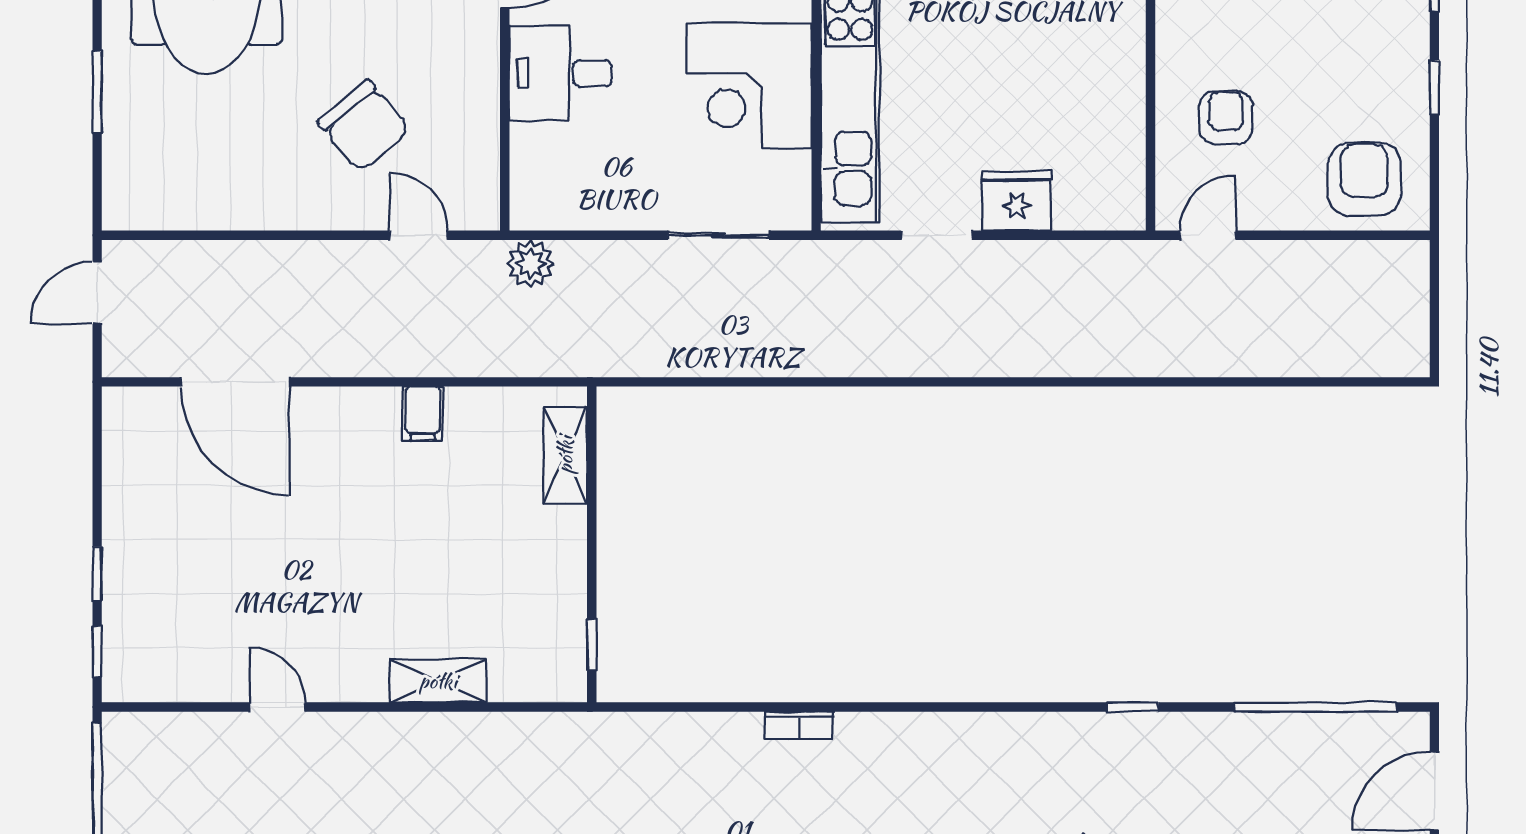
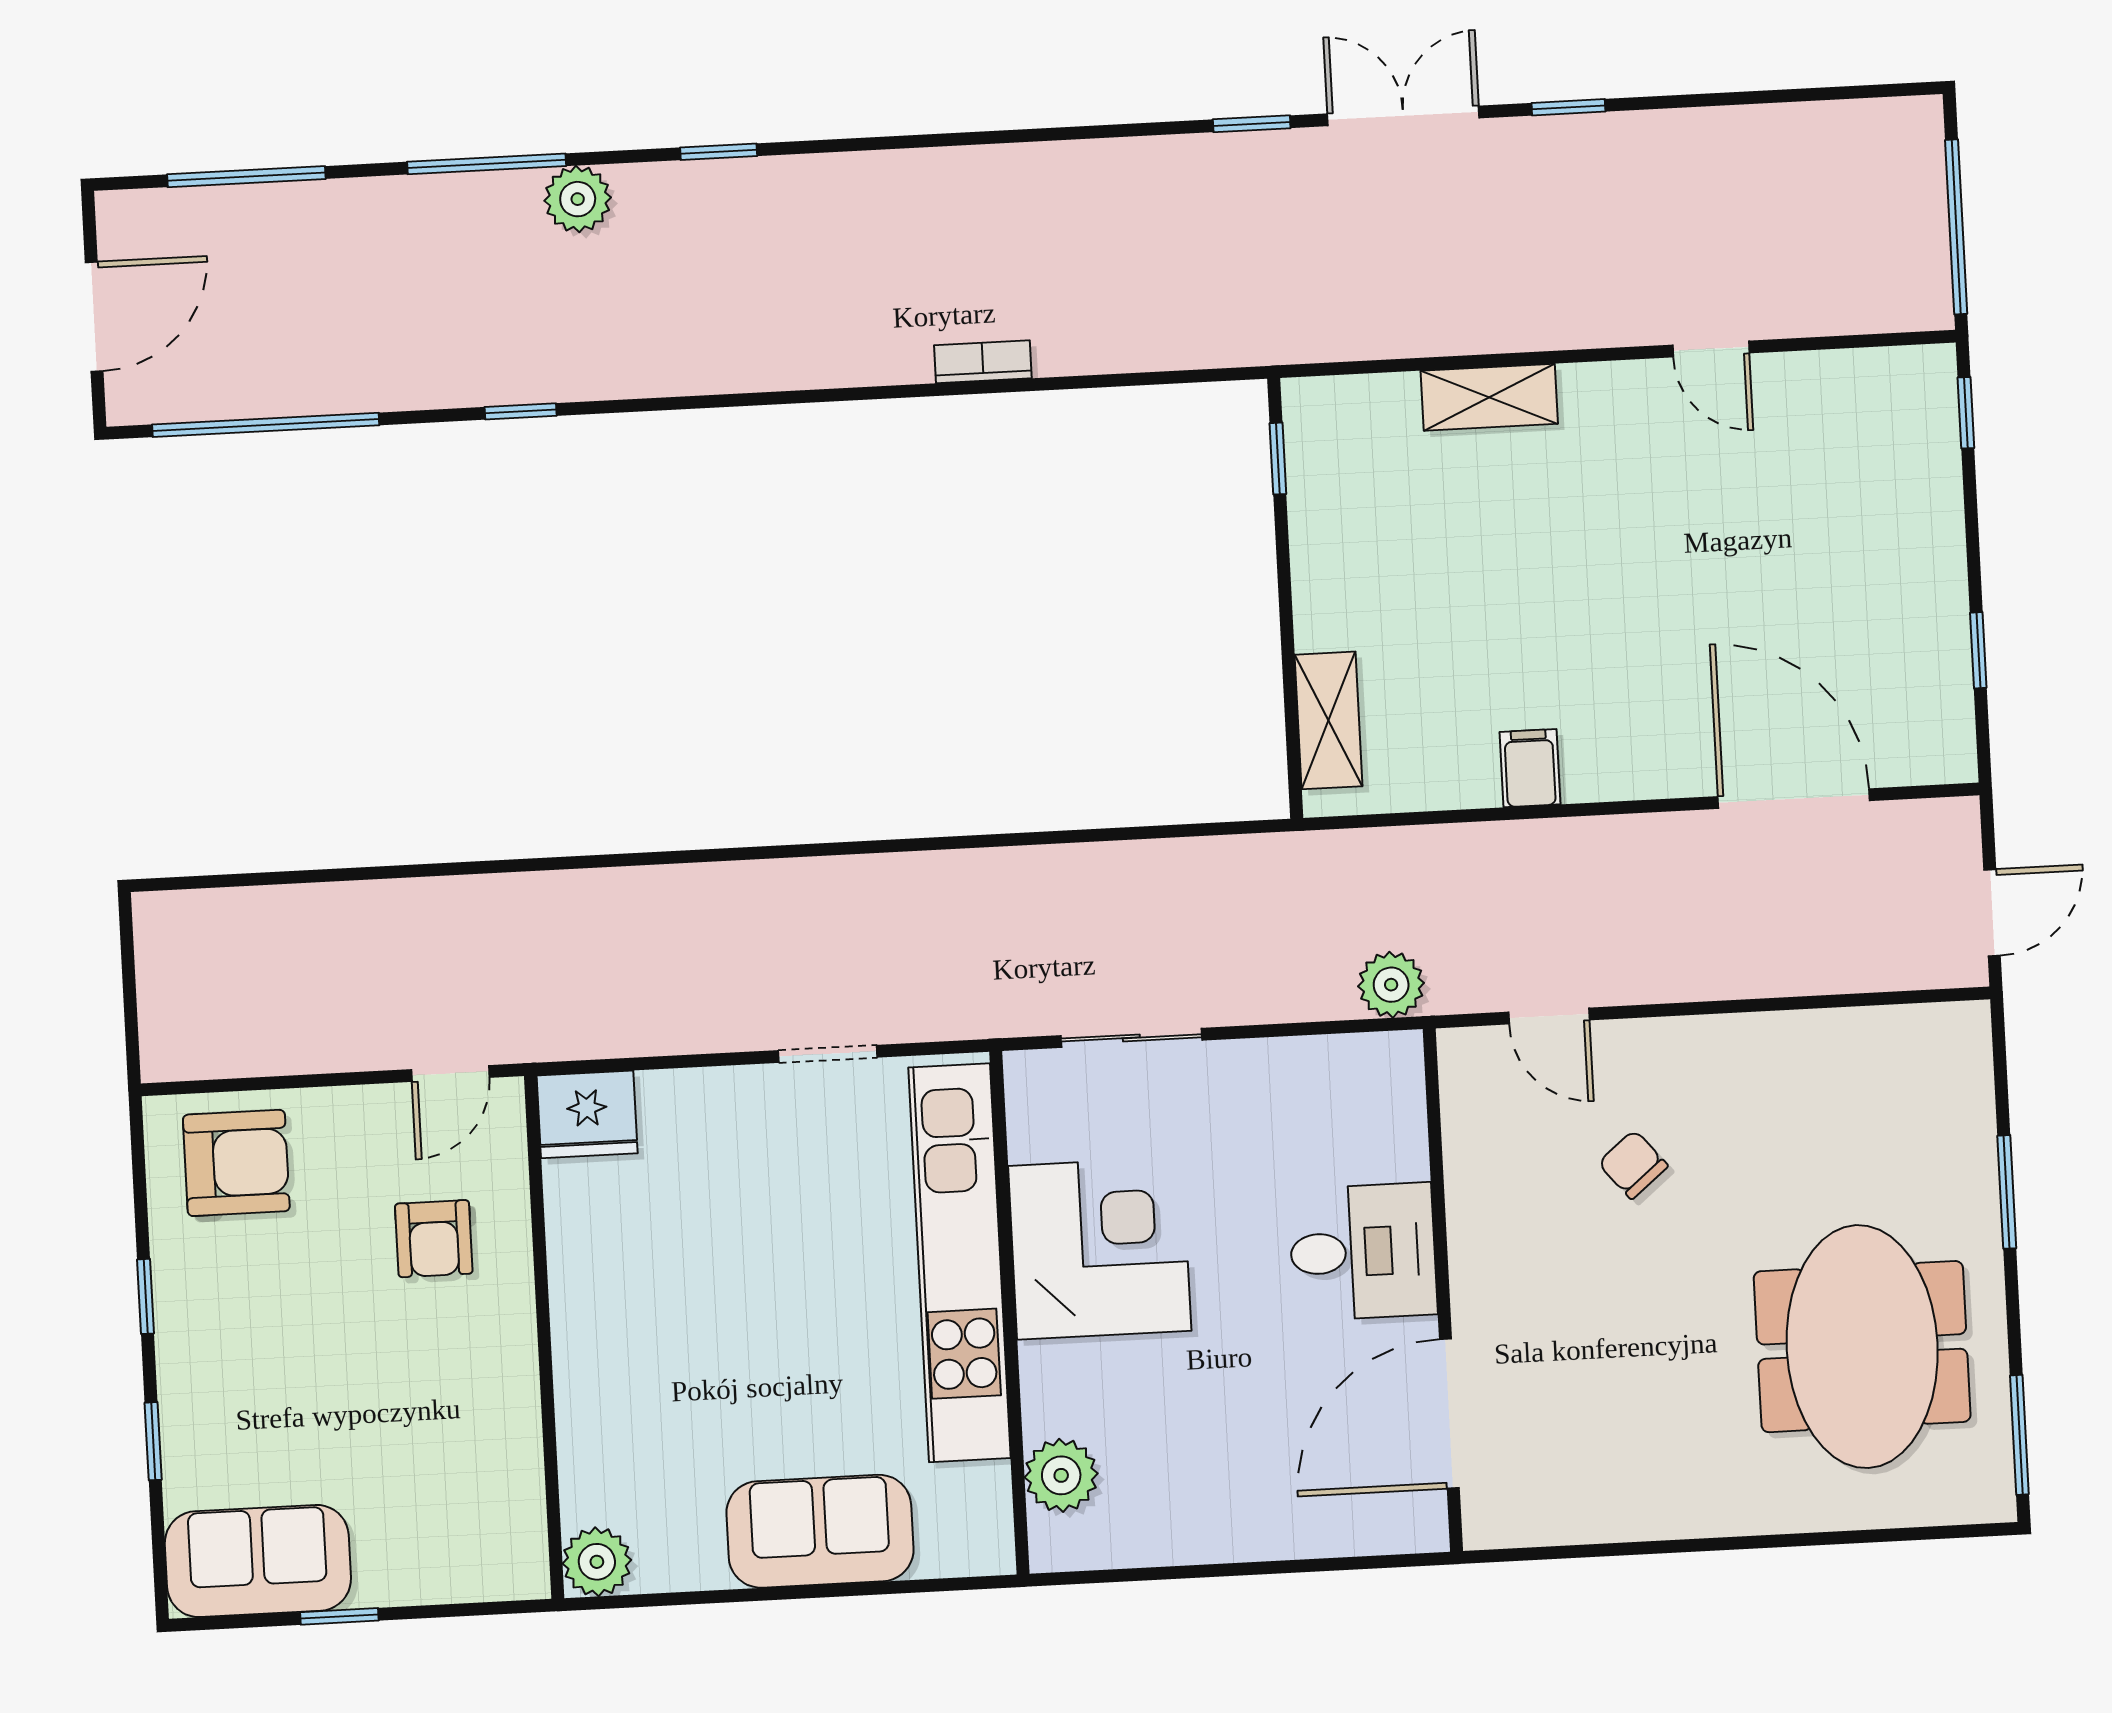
chair: (364, 126) -> (1633, 1164), width x0.54, depth x0.54
armchair: (1364, 179) -> (236, 1163), turned -90
fridge: (1017, 201) -> (587, 1114), moved
window: (97, 574) -> (1978, 650), moved

